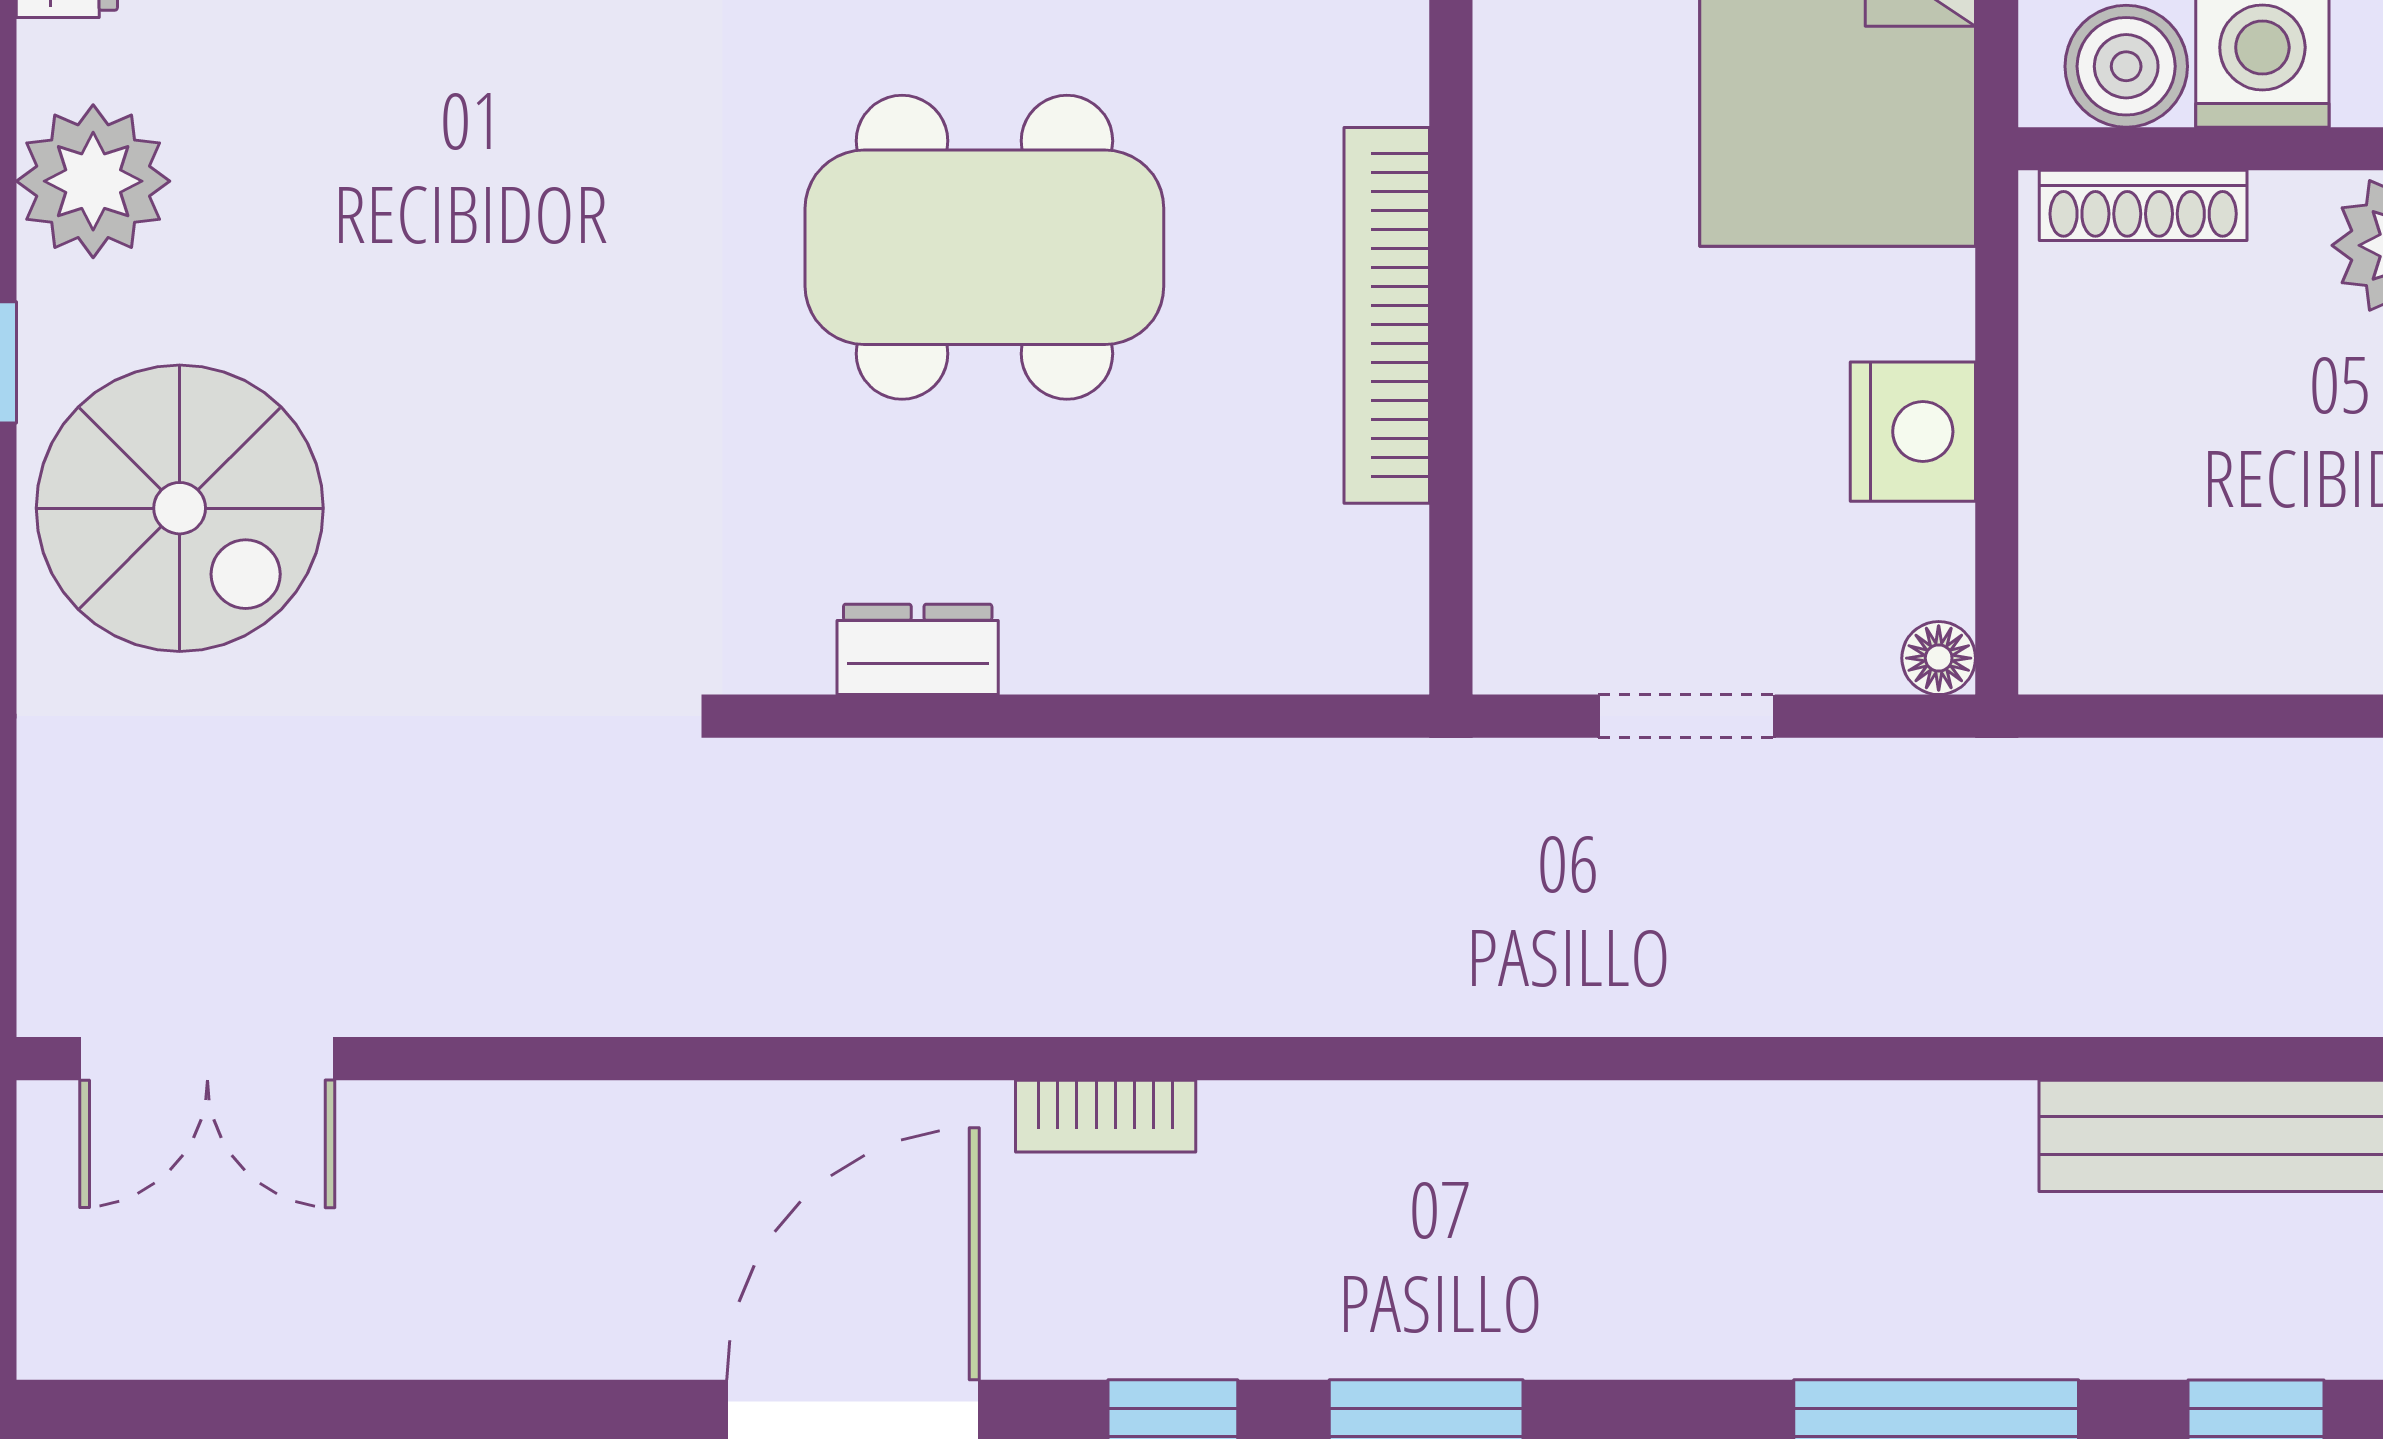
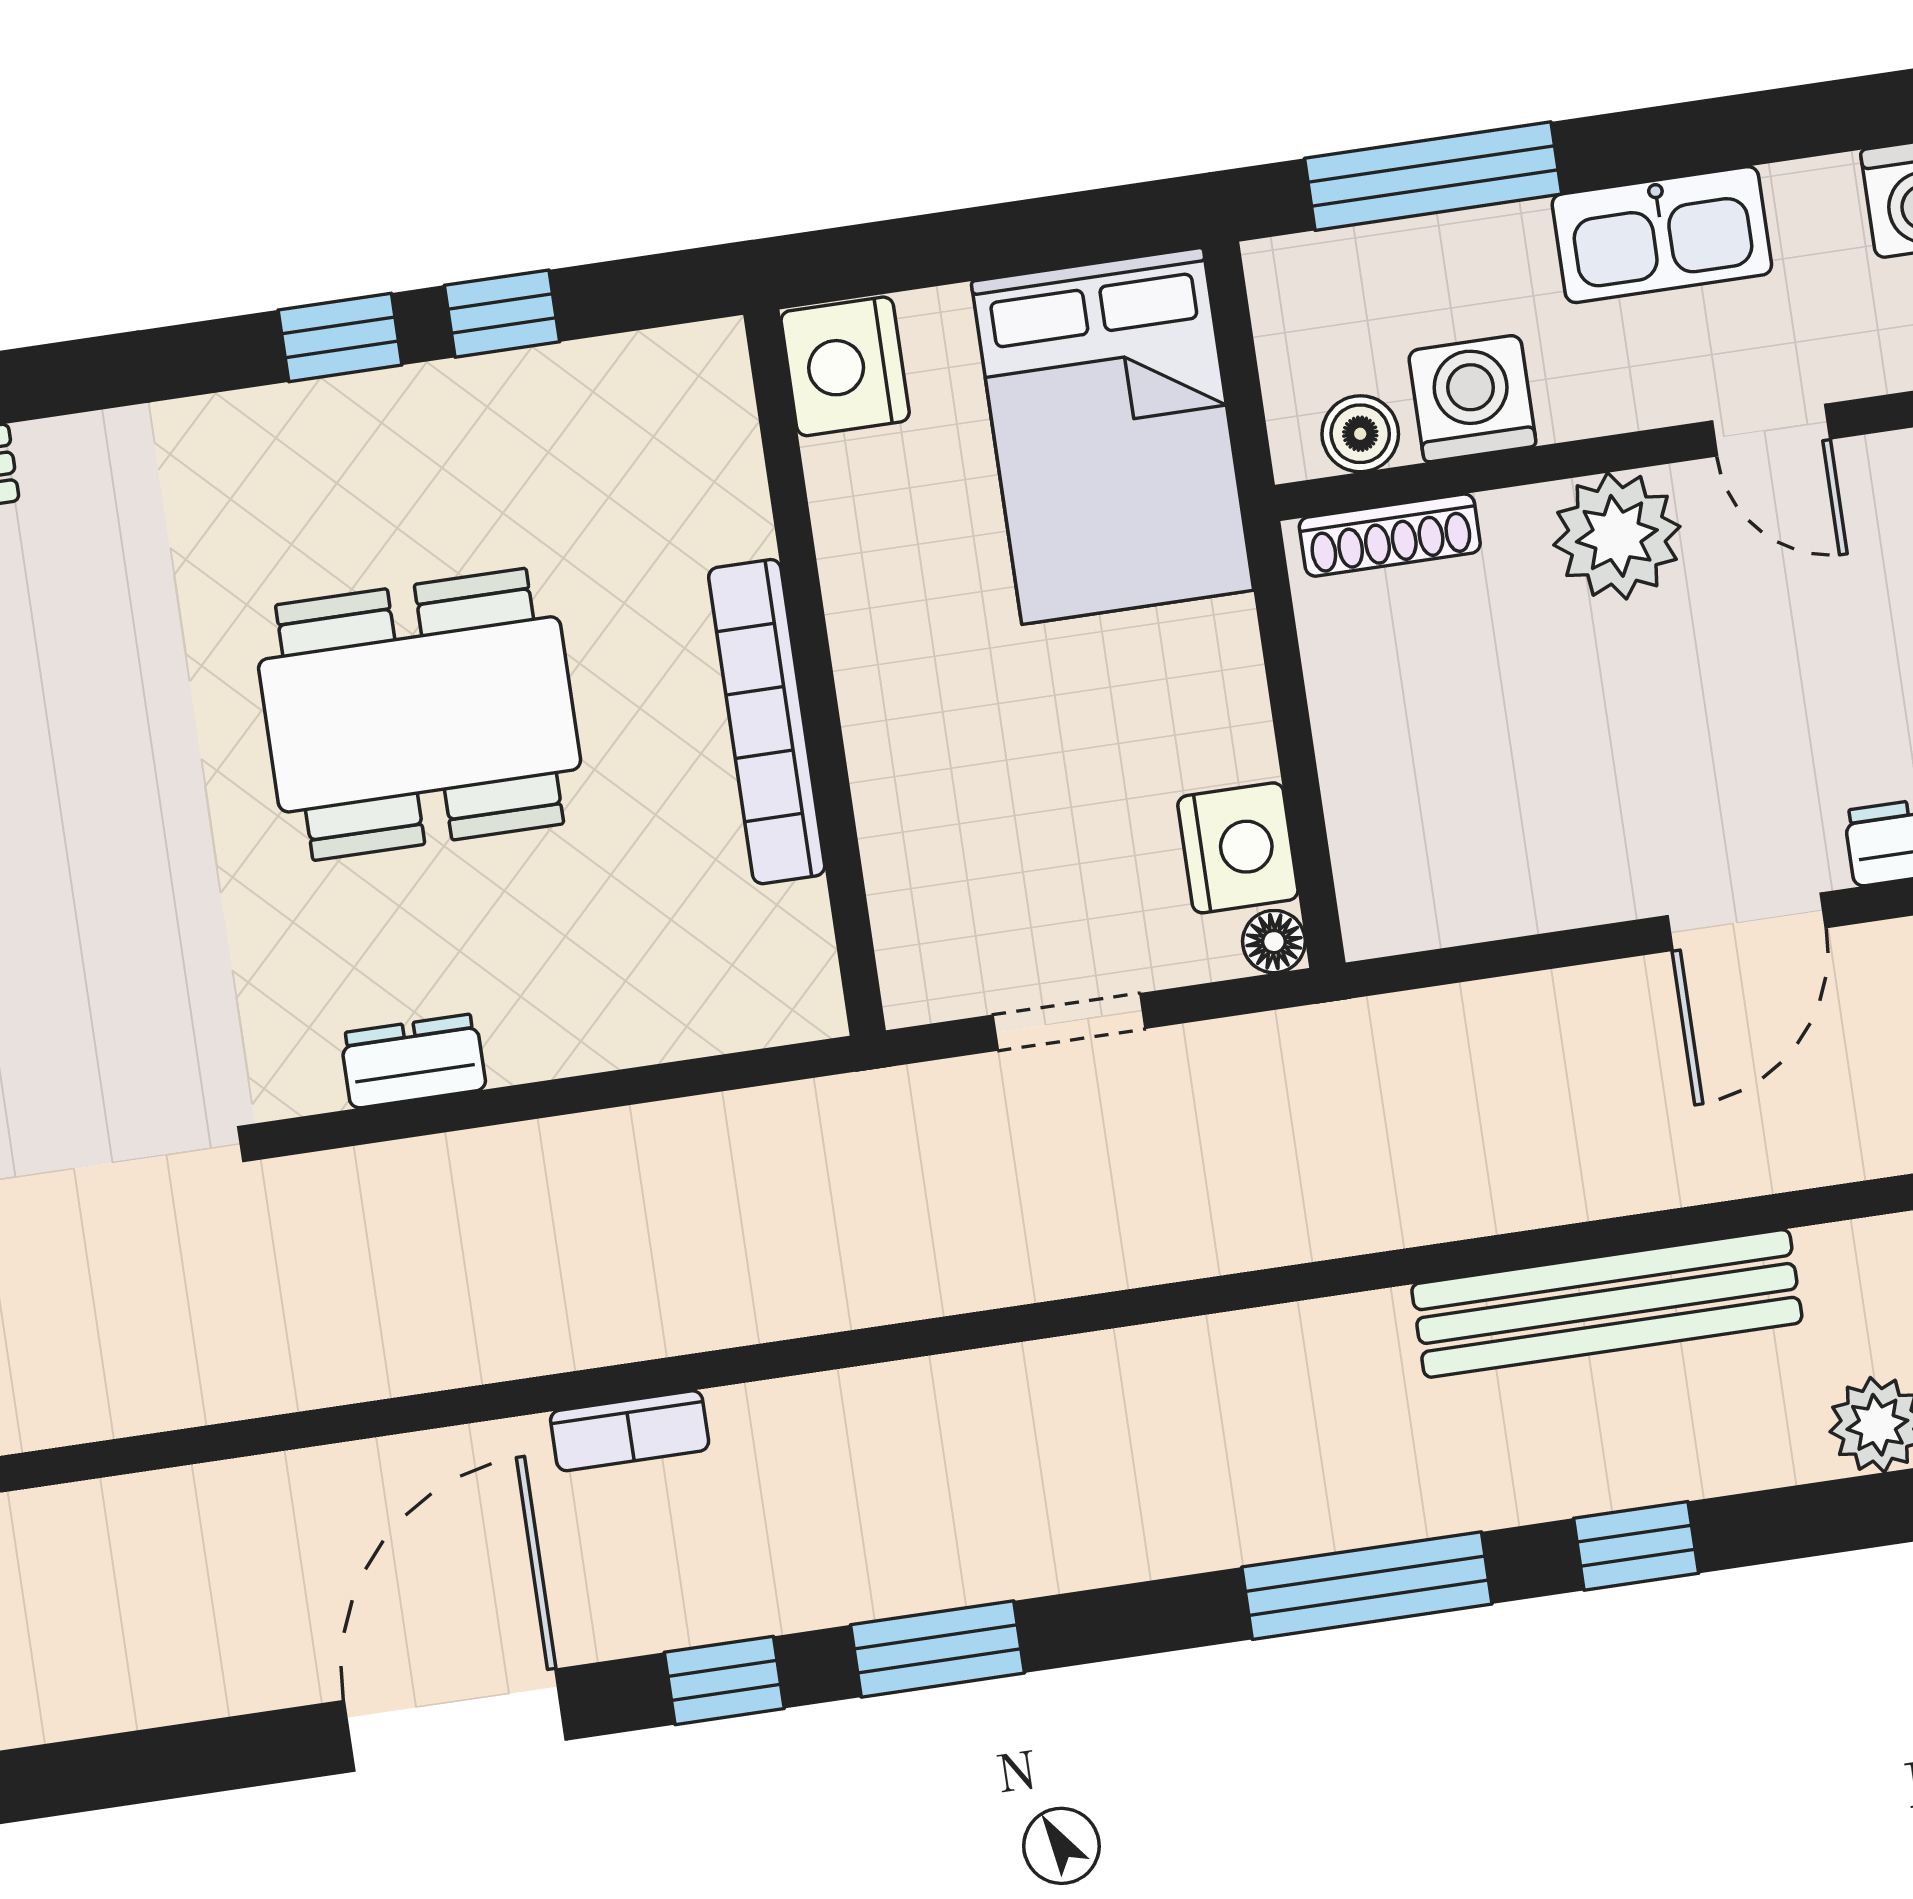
boiler: (2126, 66) -> (1360, 434), width x0.73, depth x0.73
nightstand: (1913, 432) -> (1238, 848), moved

